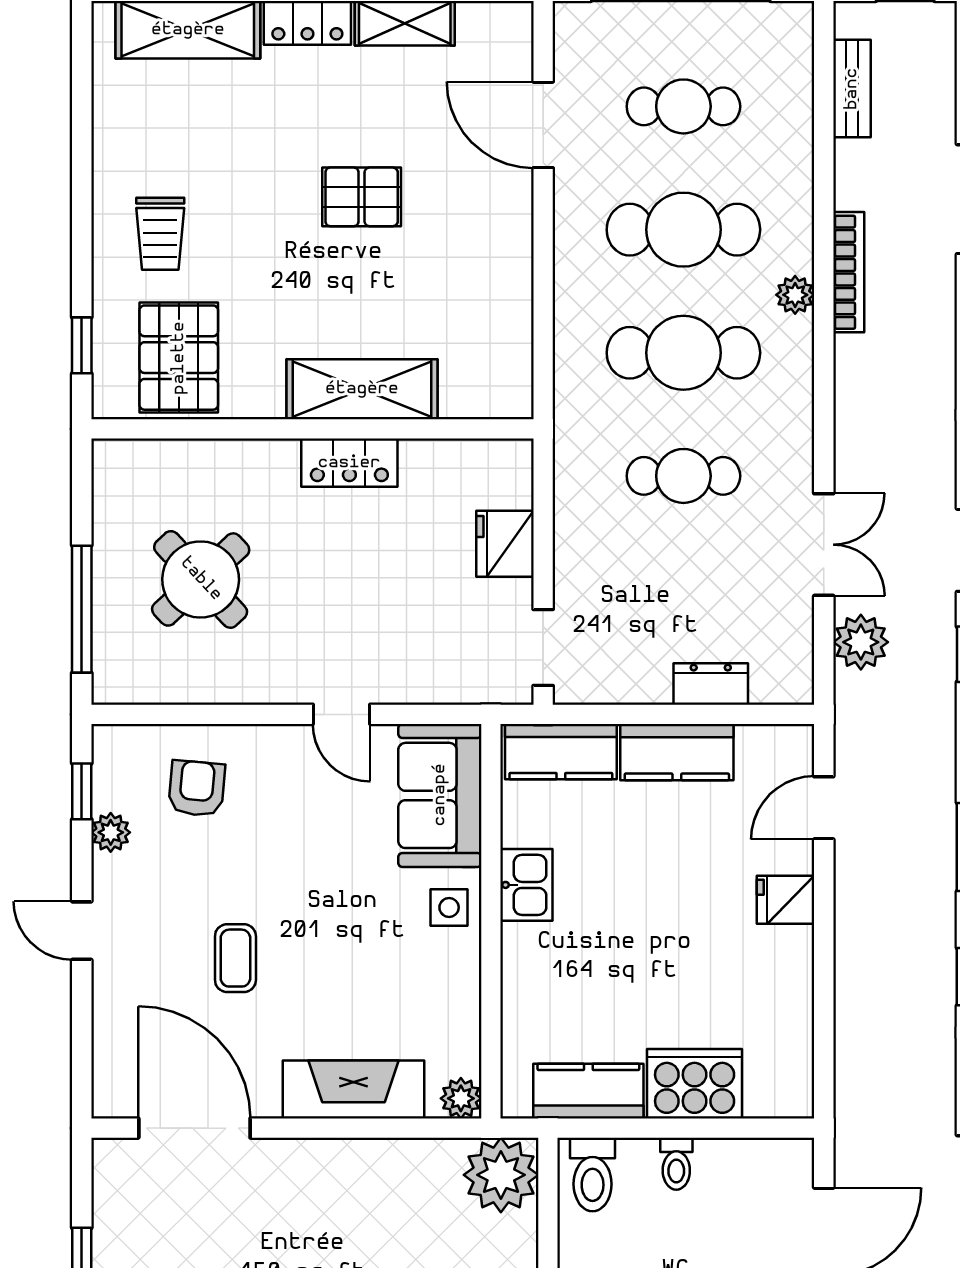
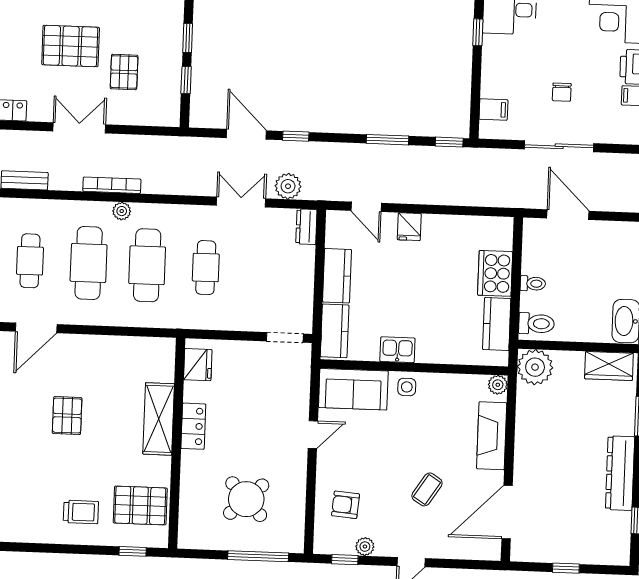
fridge: (505, 544) -> (198, 365), moved, turned -90
dresser: (711, 684) -> (306, 227), moved
coffee table: (235, 958) -> (427, 489), turned -57

